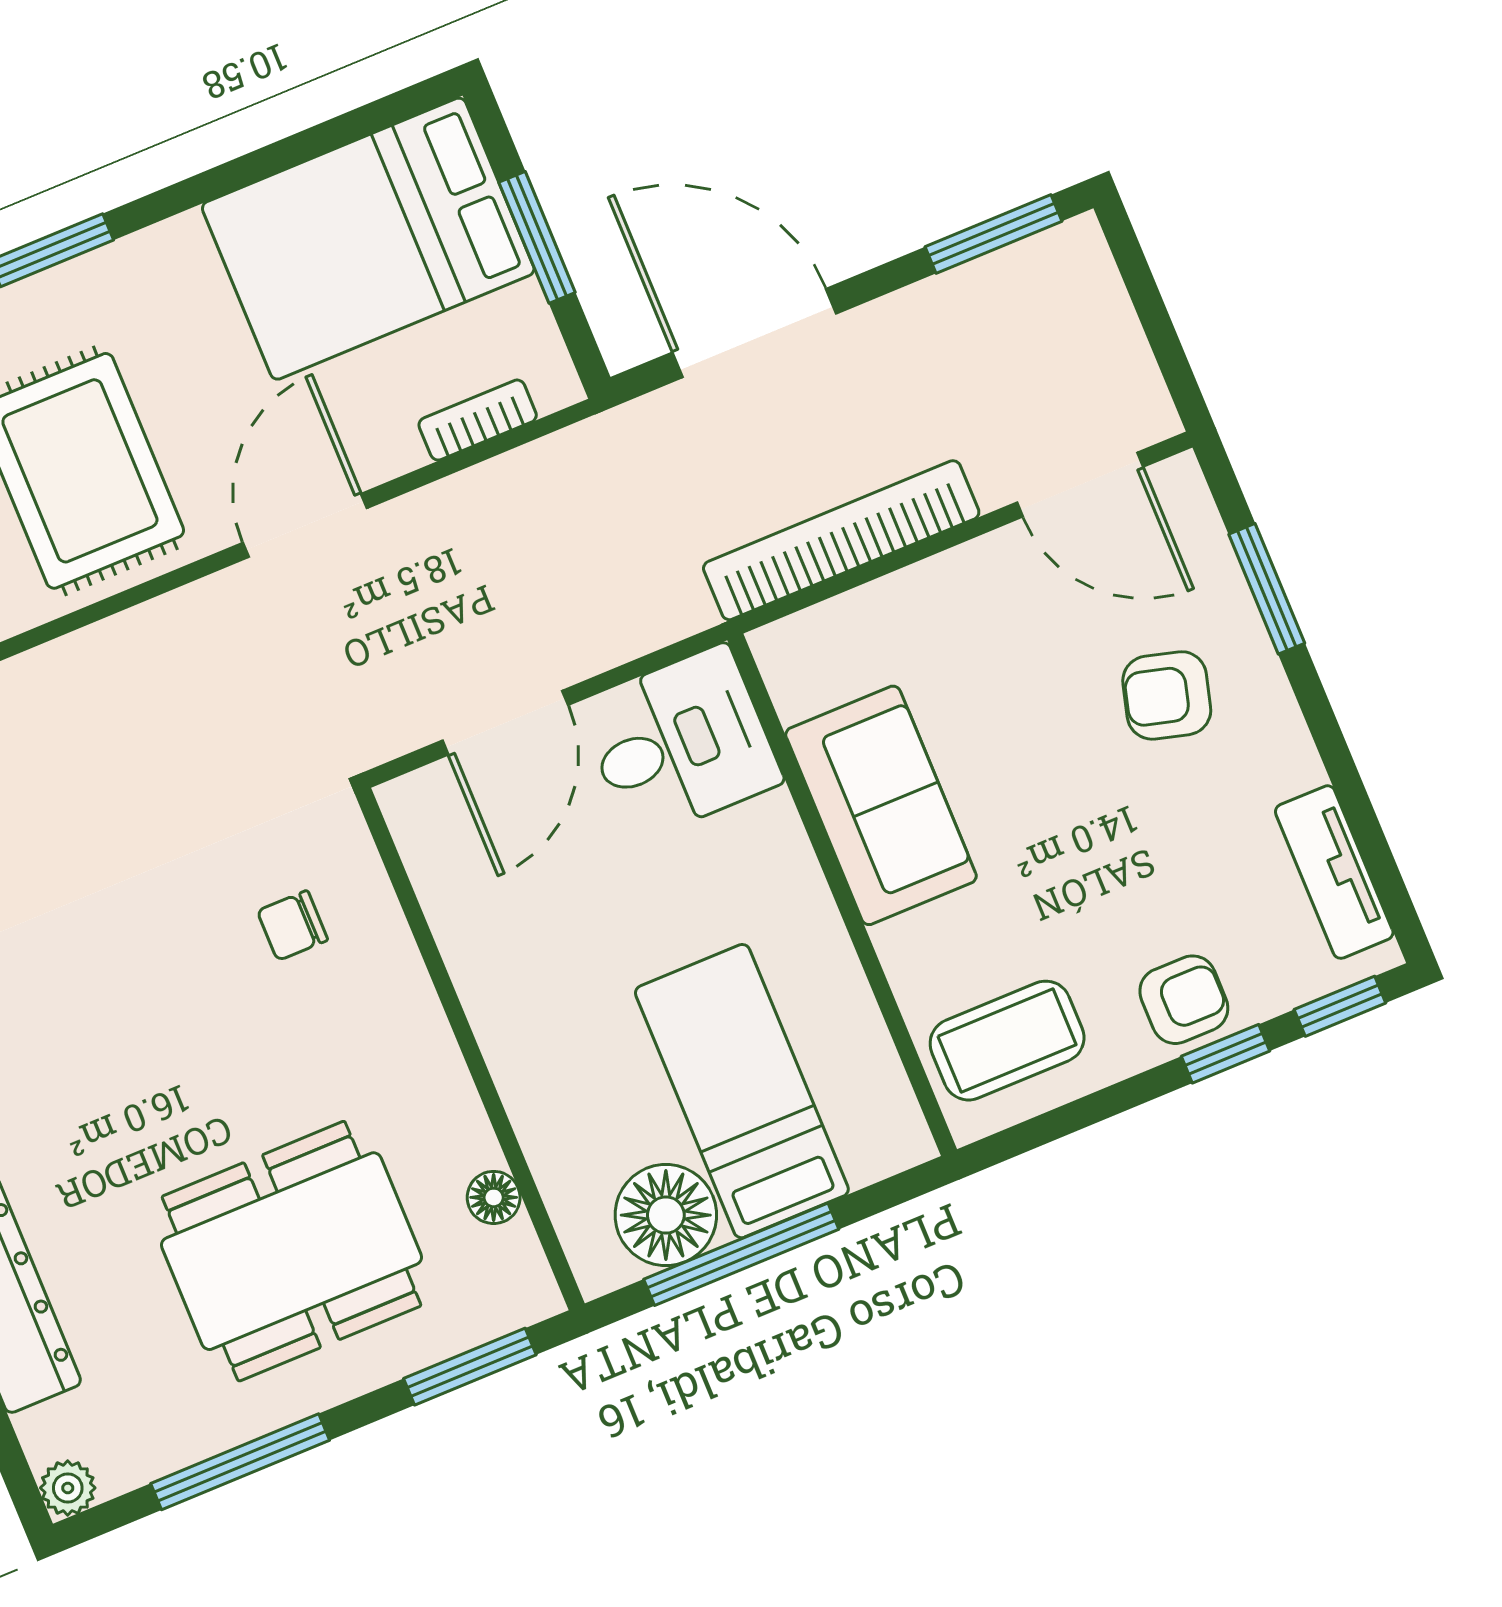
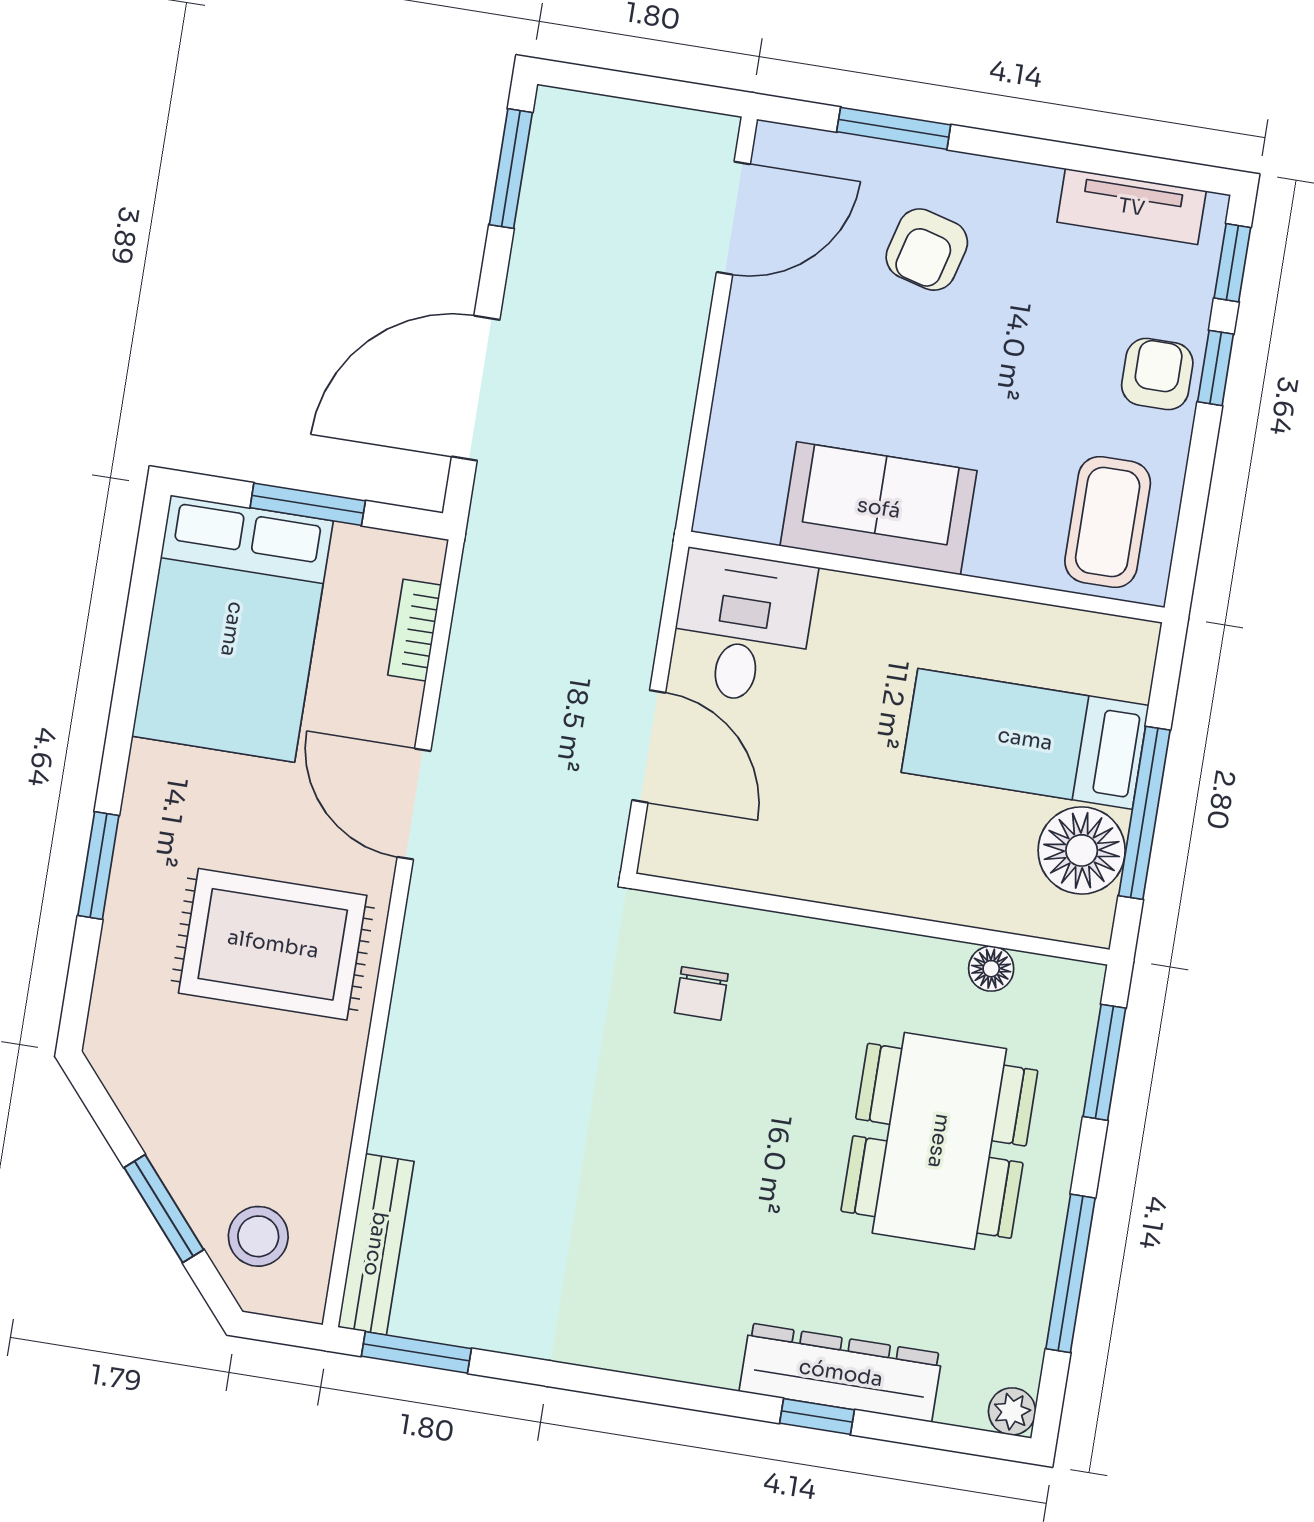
bookcase: (841, 540) -> (666, 418), removed

